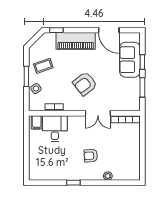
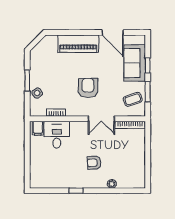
window: (56, 30) -> (58, 32), removed
coffee table: (43, 66) -> (133, 99), moved
armchair: (85, 84) -> (88, 88), turned 128

